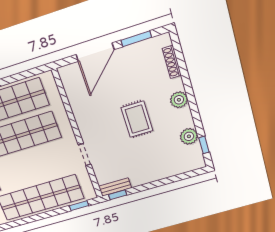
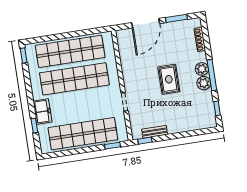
window: (193, 106) -> (212, 75), added
plant: (189, 136) -> (204, 83), moved
bench: (115, 187) -> (155, 132), moved

